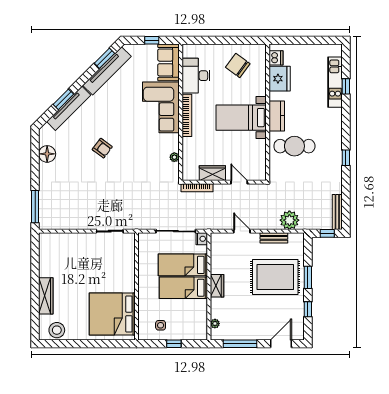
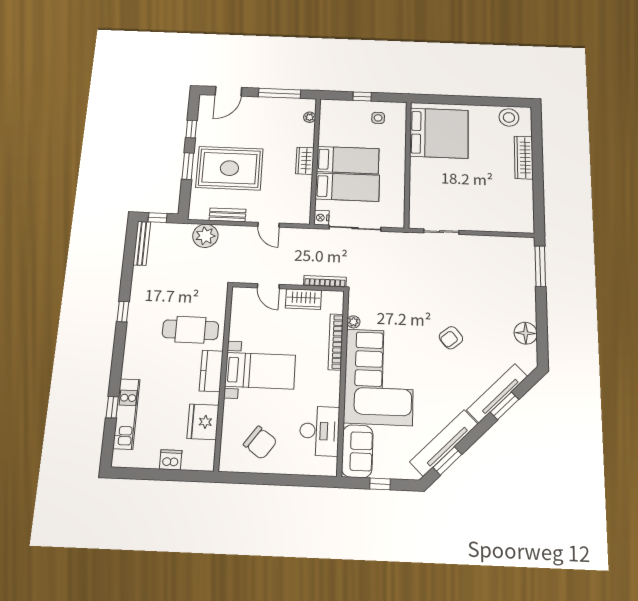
dishwasher: (276, 58) -> (171, 460), moved, turned 90
corner sofa: (161, 107) -> (379, 377), width x1.36, depth x1.36
bookcase: (187, 115) -> (336, 342), moved
armchair: (102, 148) -> (451, 338), turned -76

